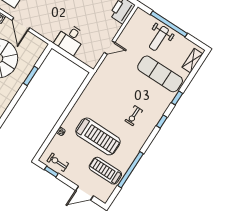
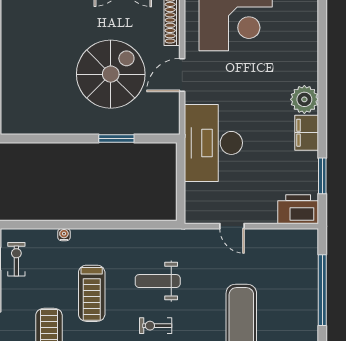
weight bench: (159, 38) -> (158, 281), moved
desk: (70, 39) -> (213, 143), width x1.87, depth x1.30
treadmill: (98, 136) -> (92, 293), width x0.73, depth x0.73

